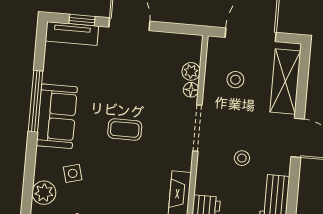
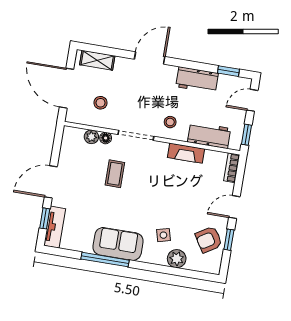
shelving: (285, 82) -> (97, 60), width x0.67, depth x0.75
coffee table: (125, 129) -> (115, 174), moved
stool: (242, 158) -> (170, 122), moved

